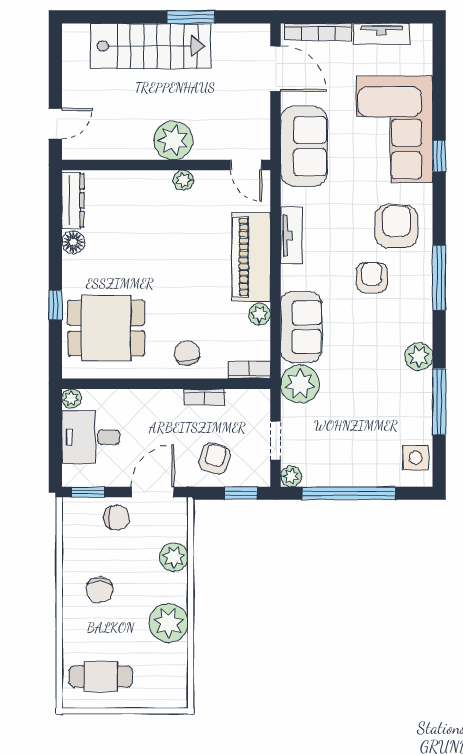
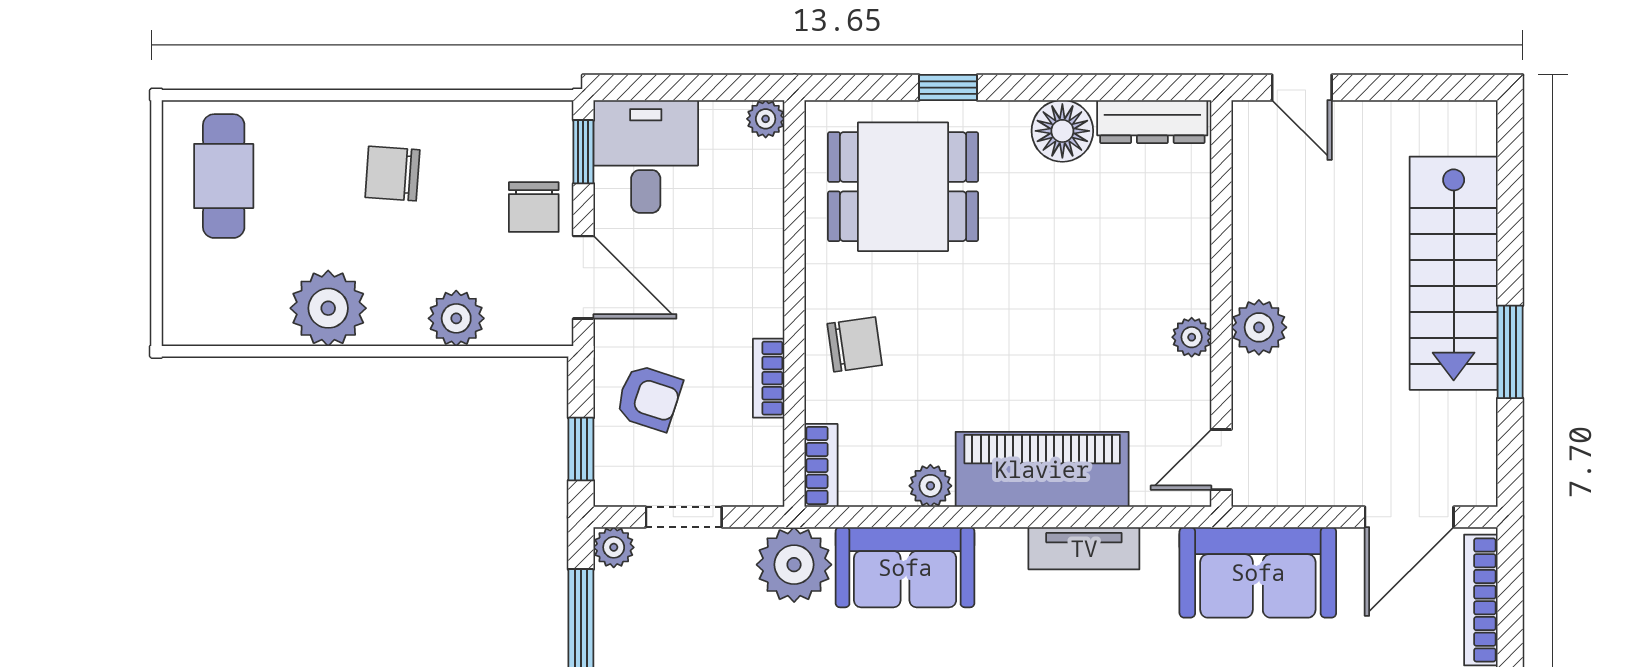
plant: (173, 141) -> (1259, 327), width x0.73, depth x0.73
floor lamp: (73, 242) -> (1062, 131), width x1.38, depth x1.38
dining table: (106, 328) -> (903, 187), turned 90
desk: (91, 437) -> (646, 156), moved

